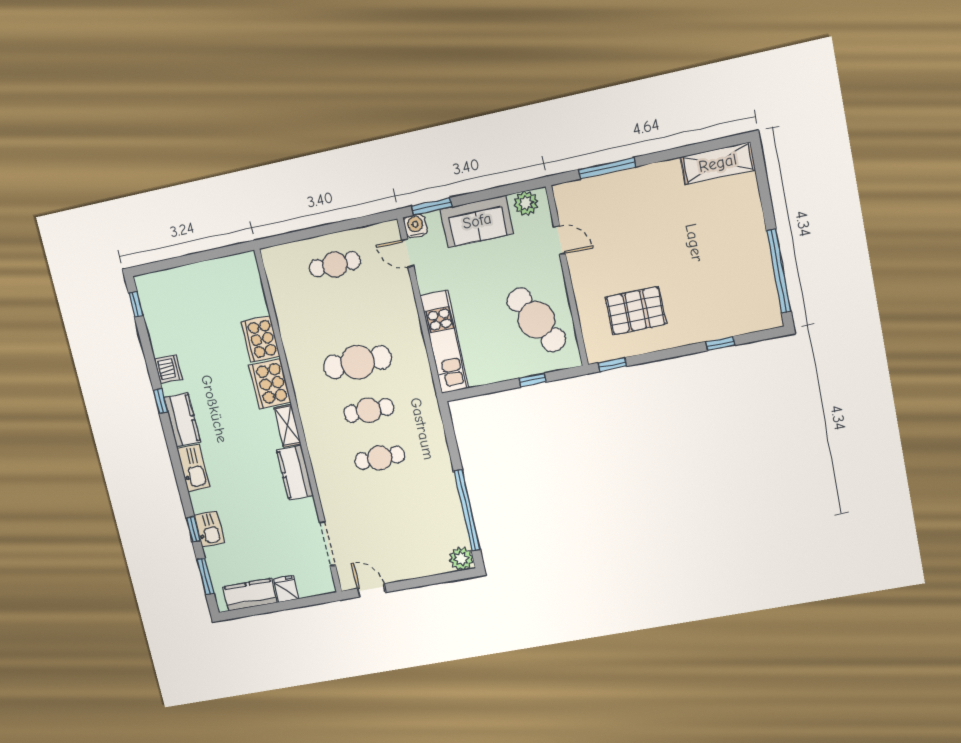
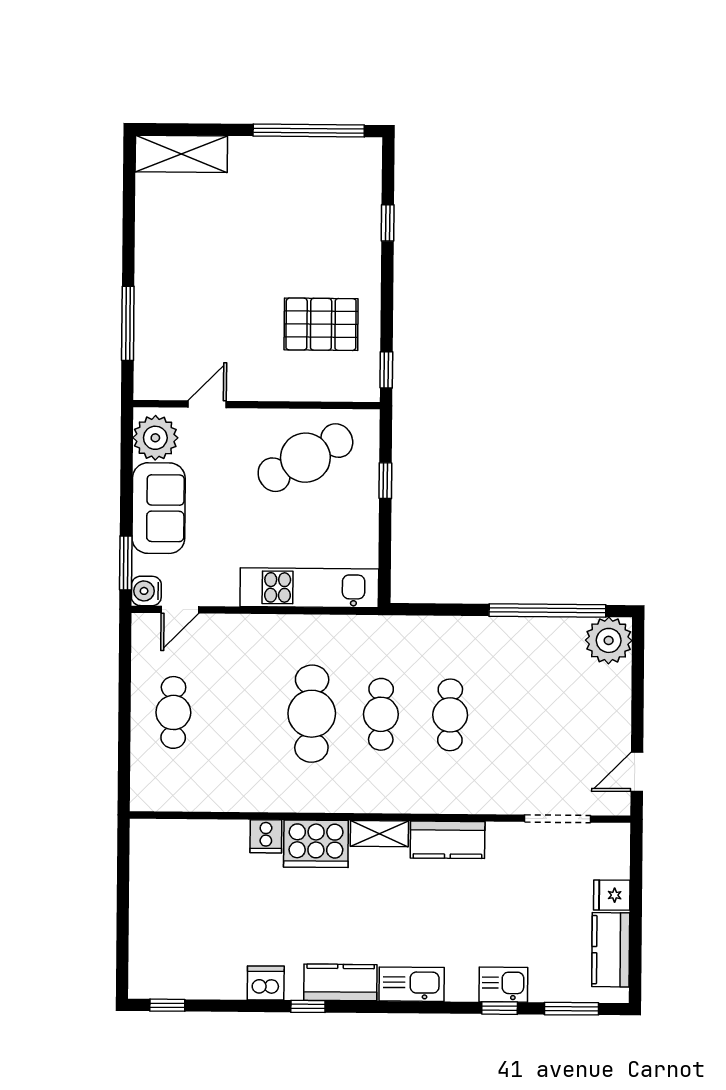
shelving: (718, 163) -> (181, 154), moved, turned 90
plant: (526, 203) -> (155, 438), width x1.36, depth x1.36
pallet: (636, 311) -> (321, 324), turned 90
cooker: (260, 339) -> (266, 836), width x0.53, depth x0.76
plant: (461, 559) -> (609, 640), width x1.36, depth x1.36

